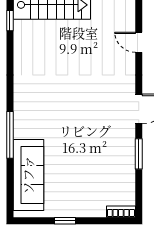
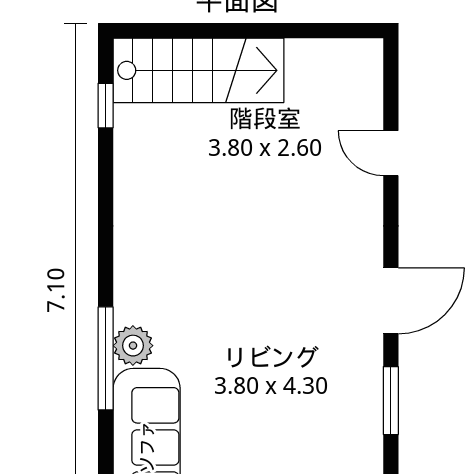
plant: (22, 129) -> (133, 346), added

